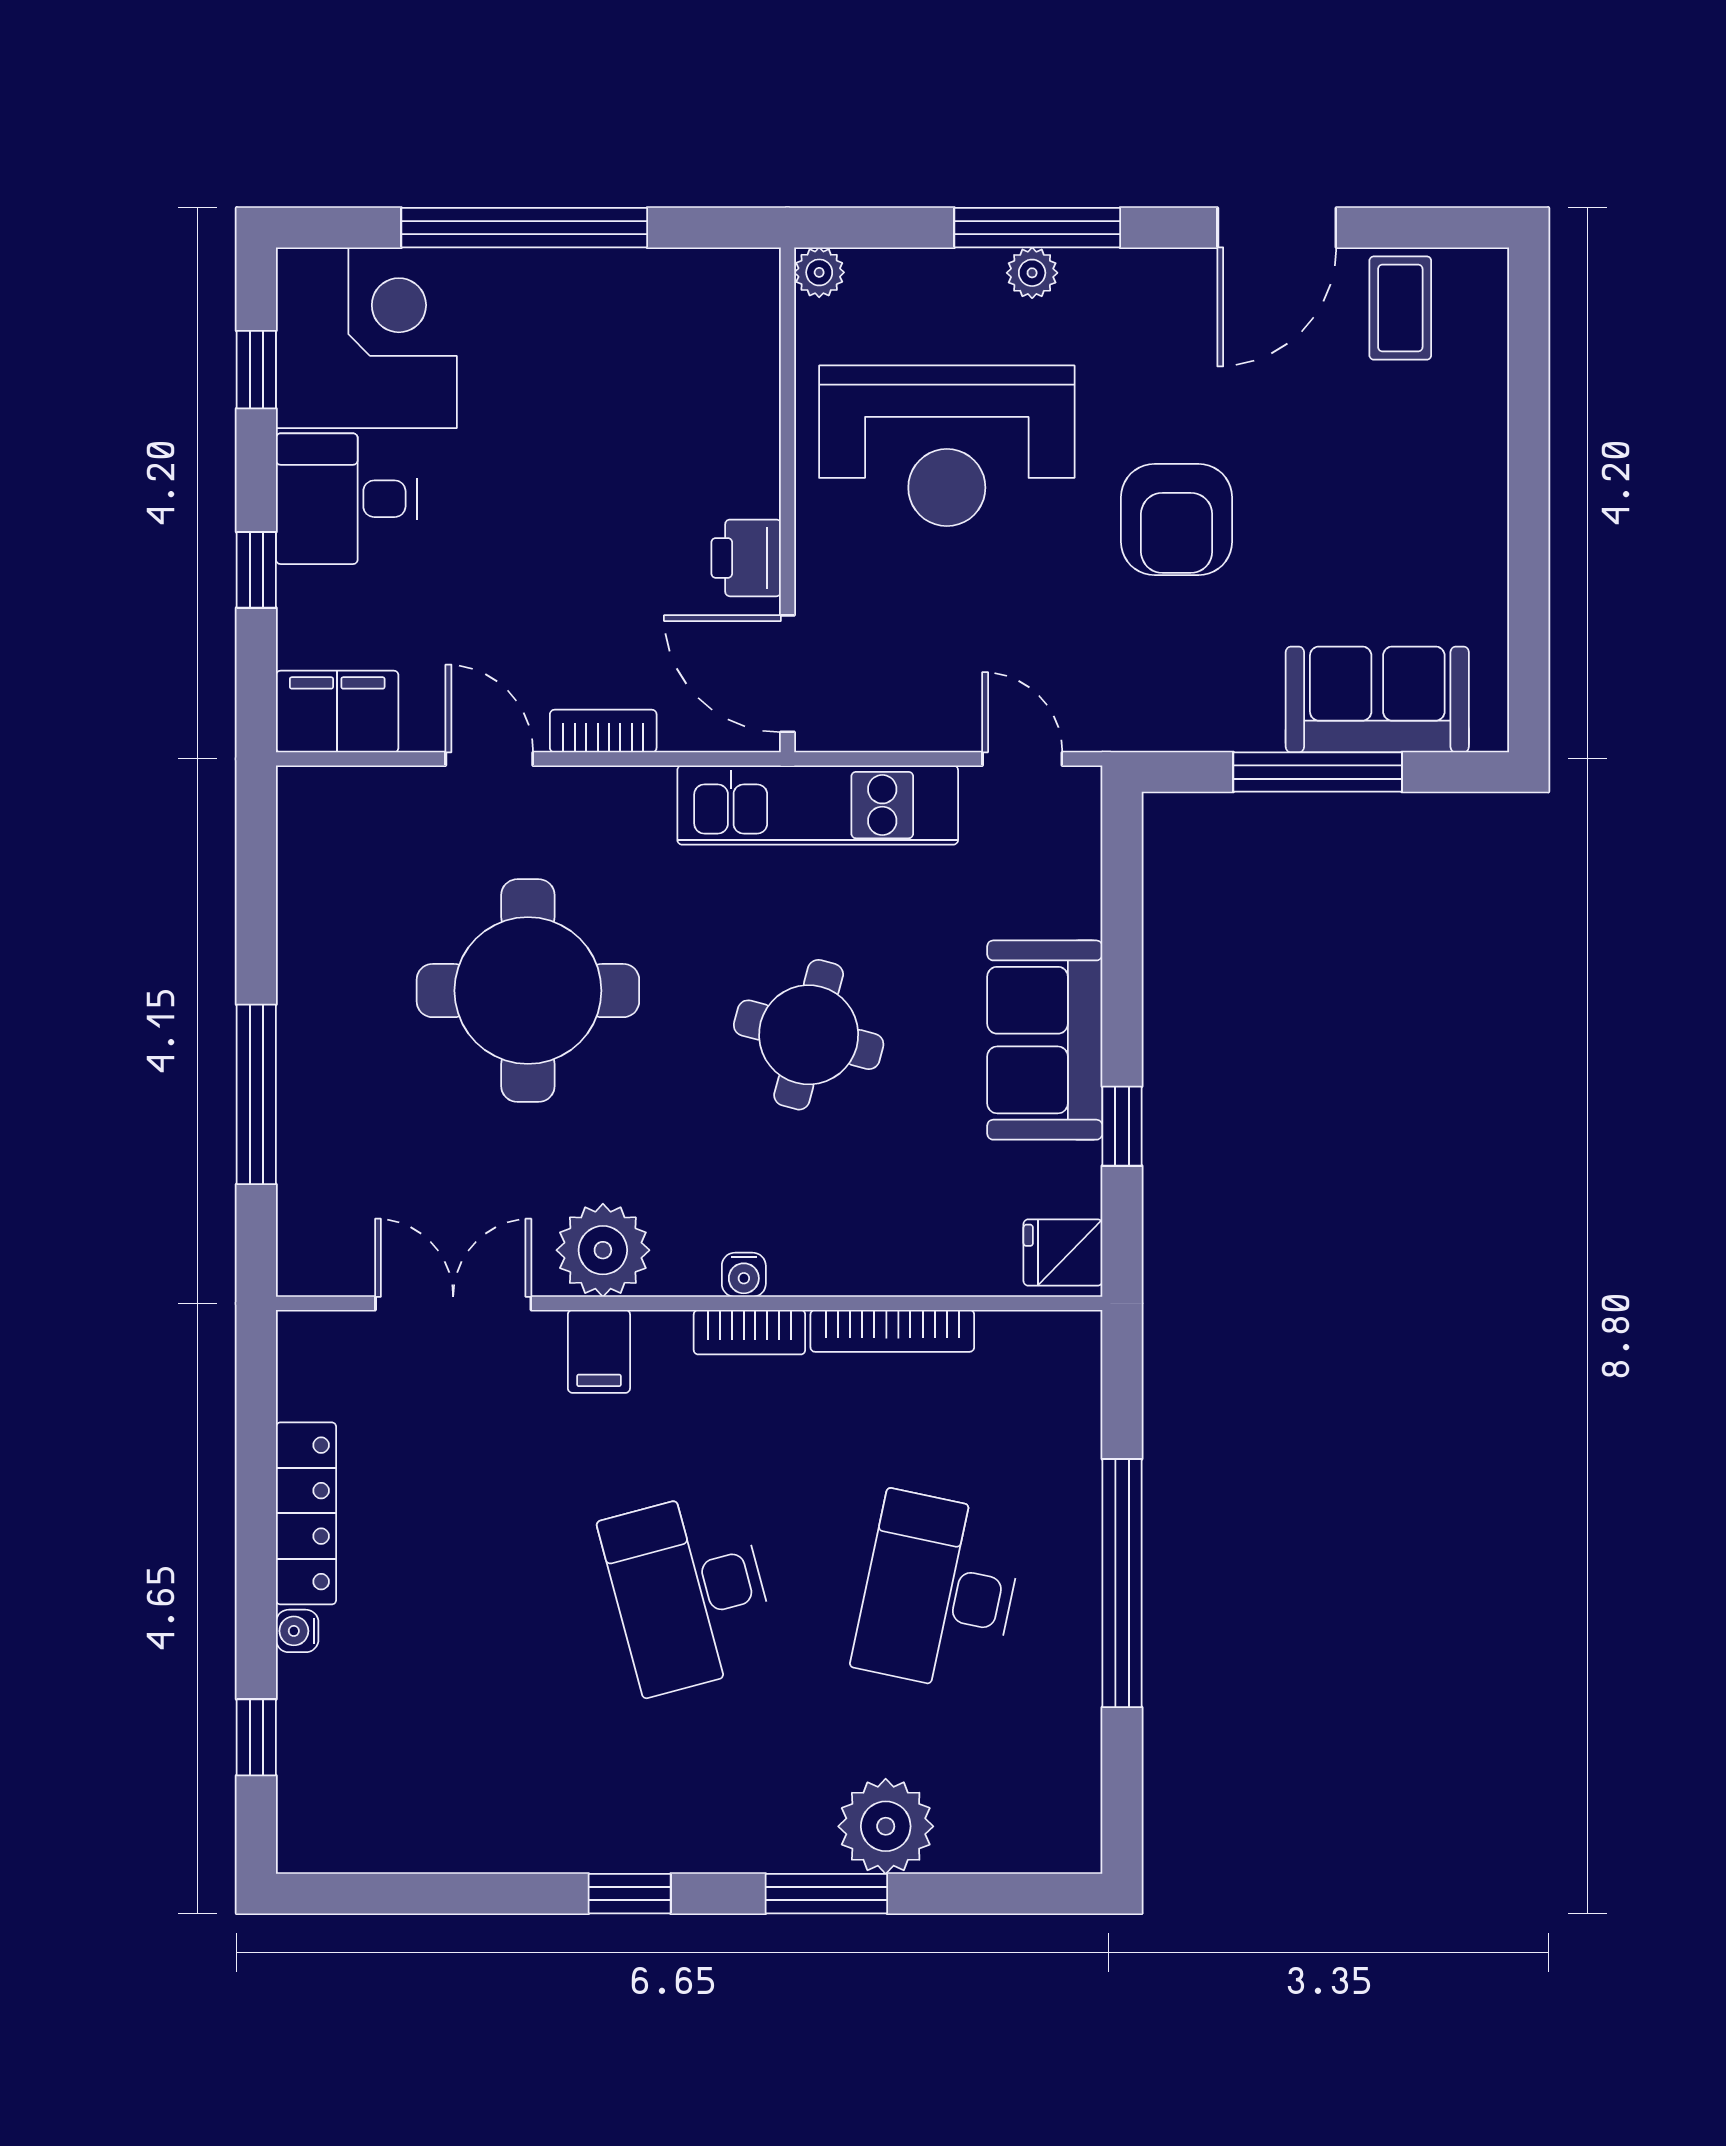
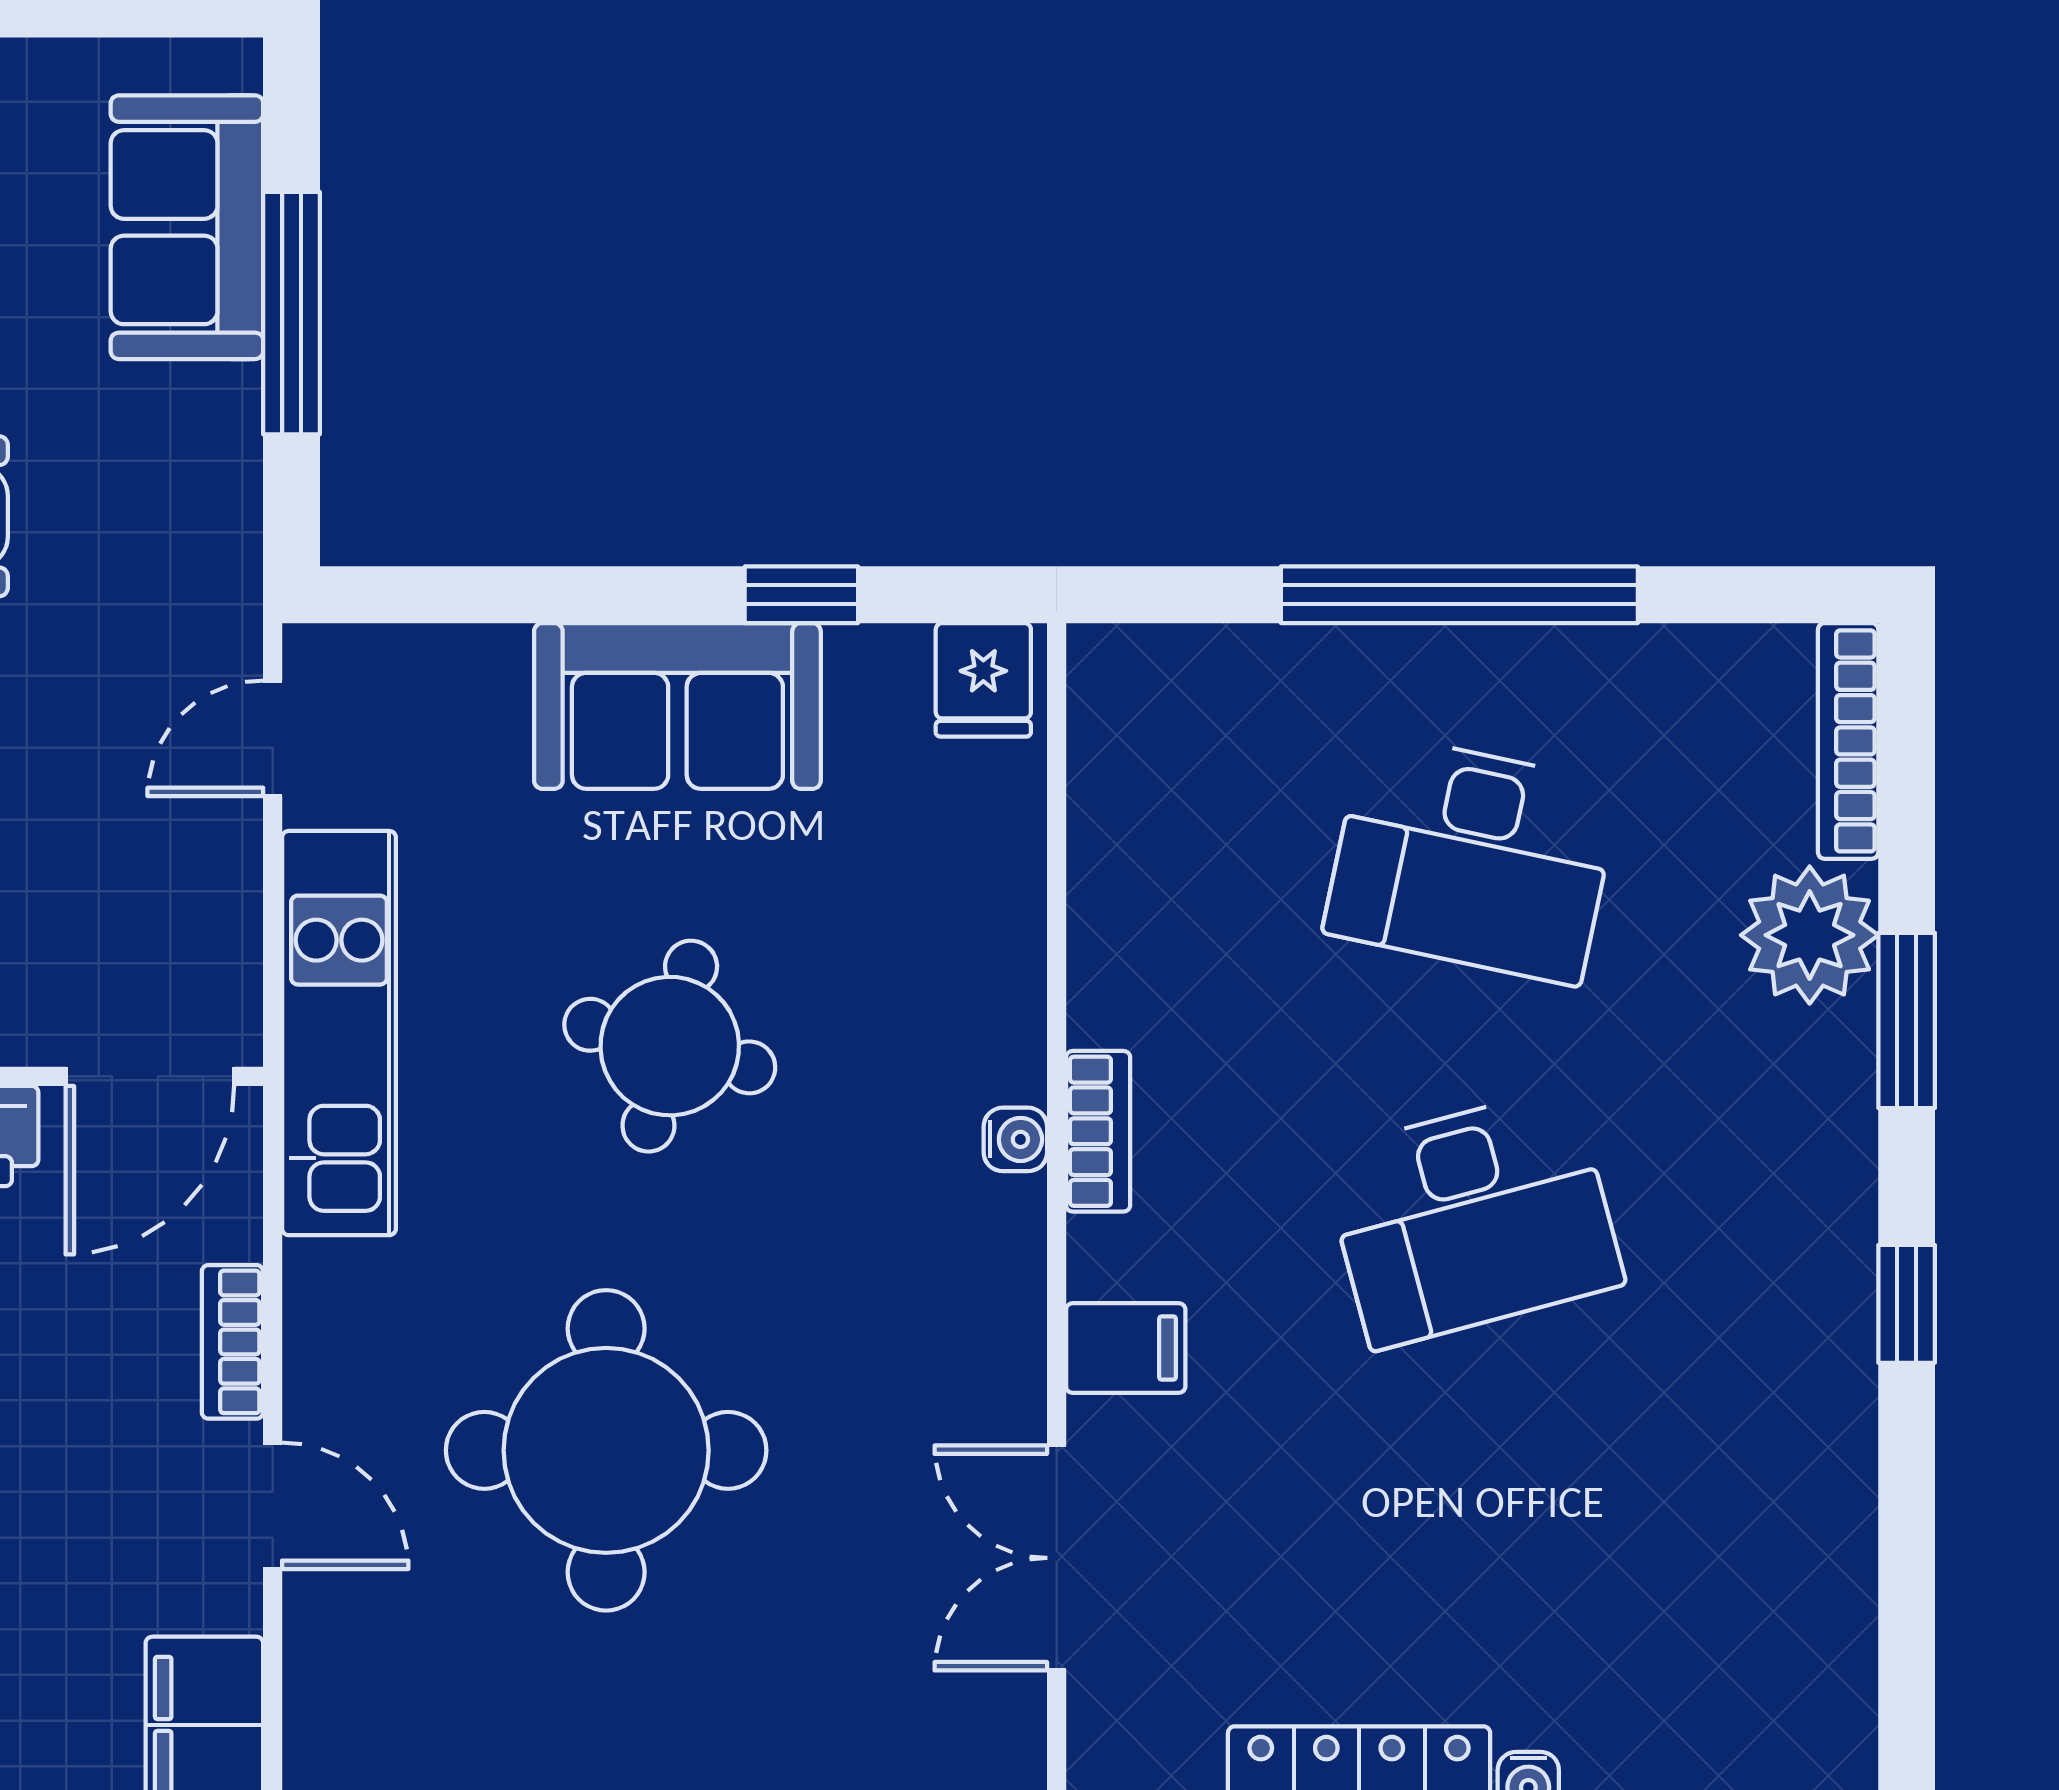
door: (489, 759) -> (273, 1506), swing flipped
plant: (603, 1250) -> (980, 1342), removed
bookcase: (892, 1331) -> (1848, 741), moved, turned 180

